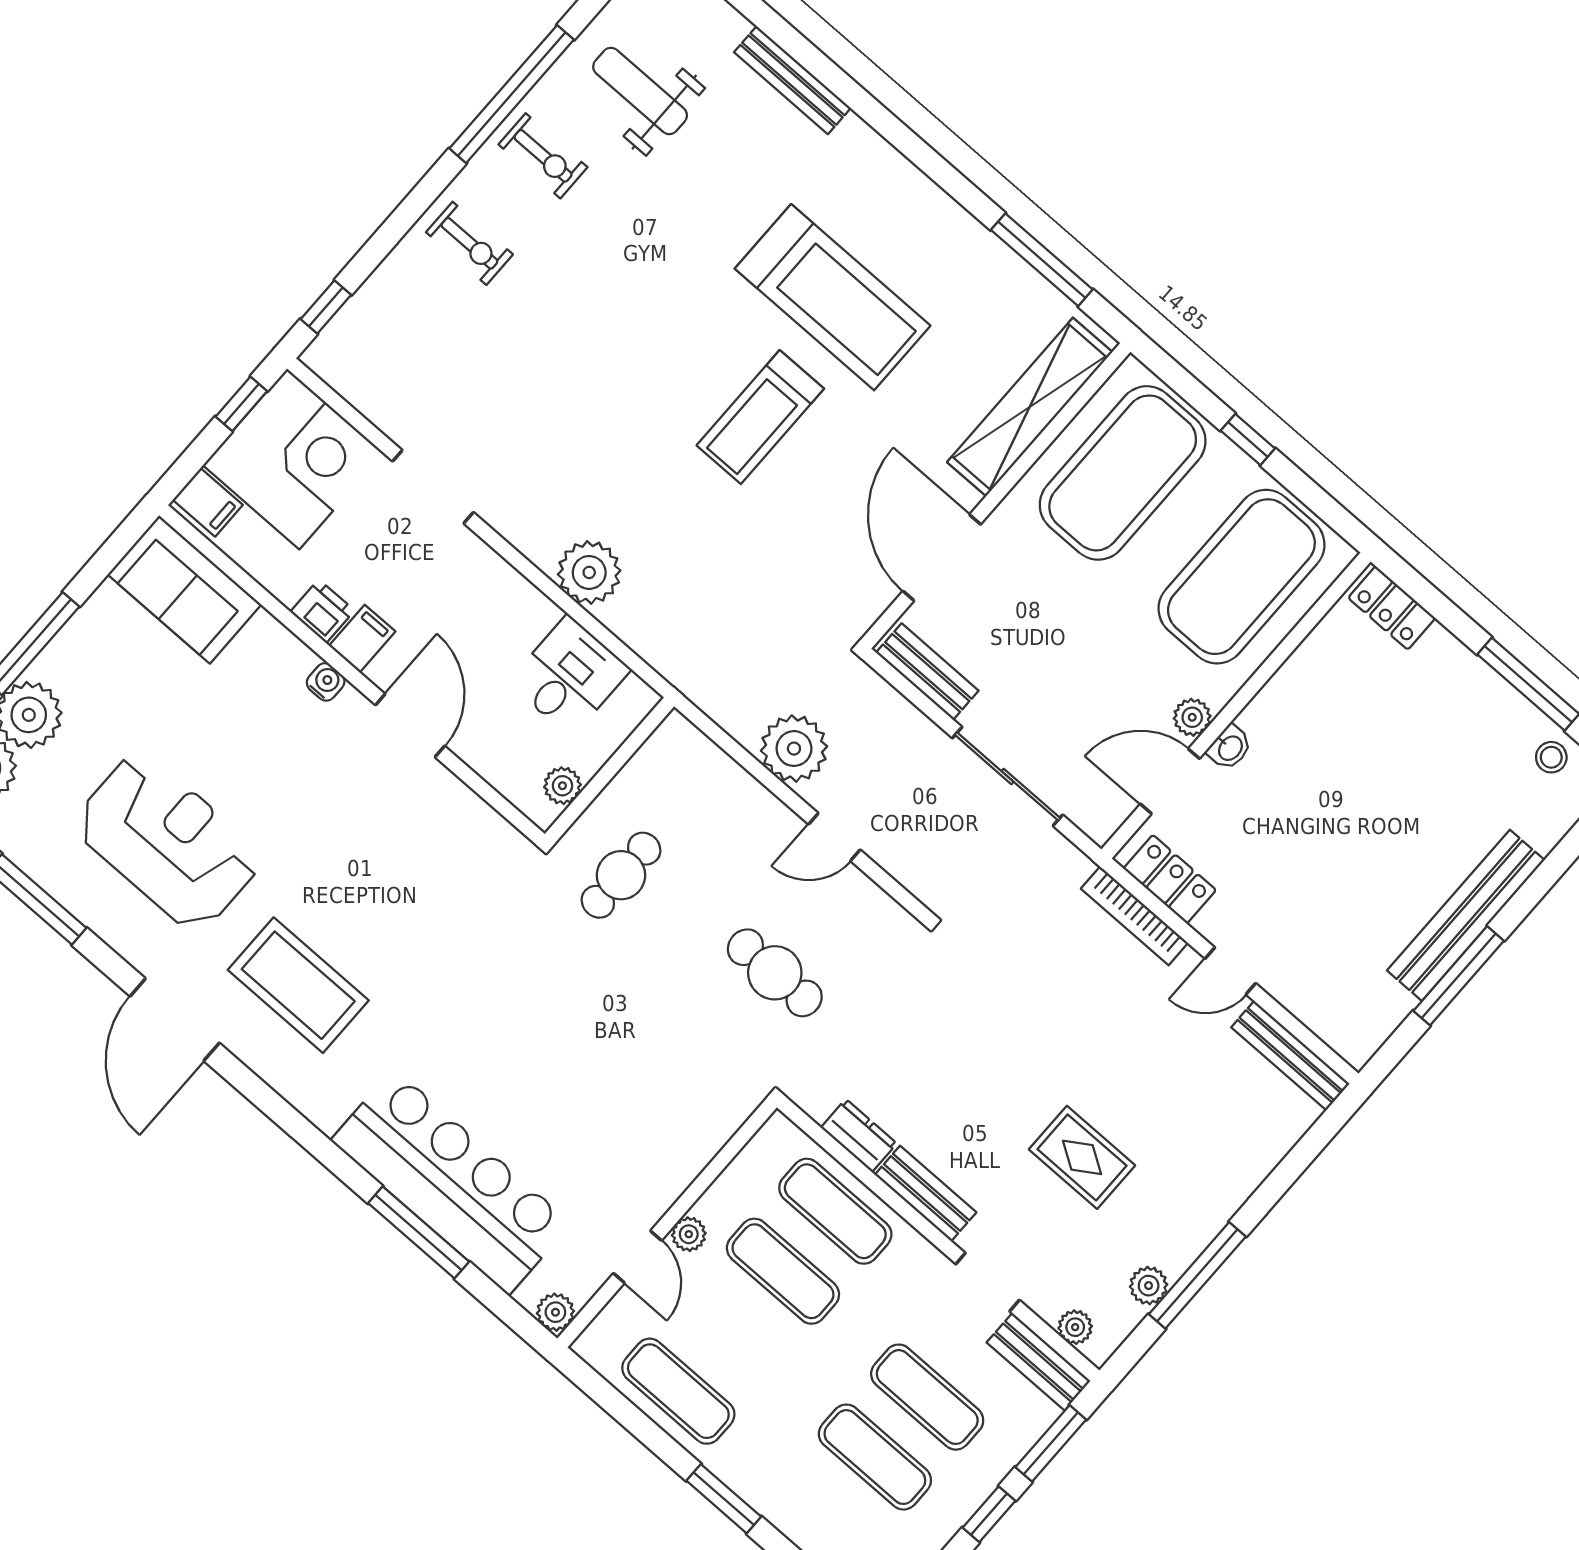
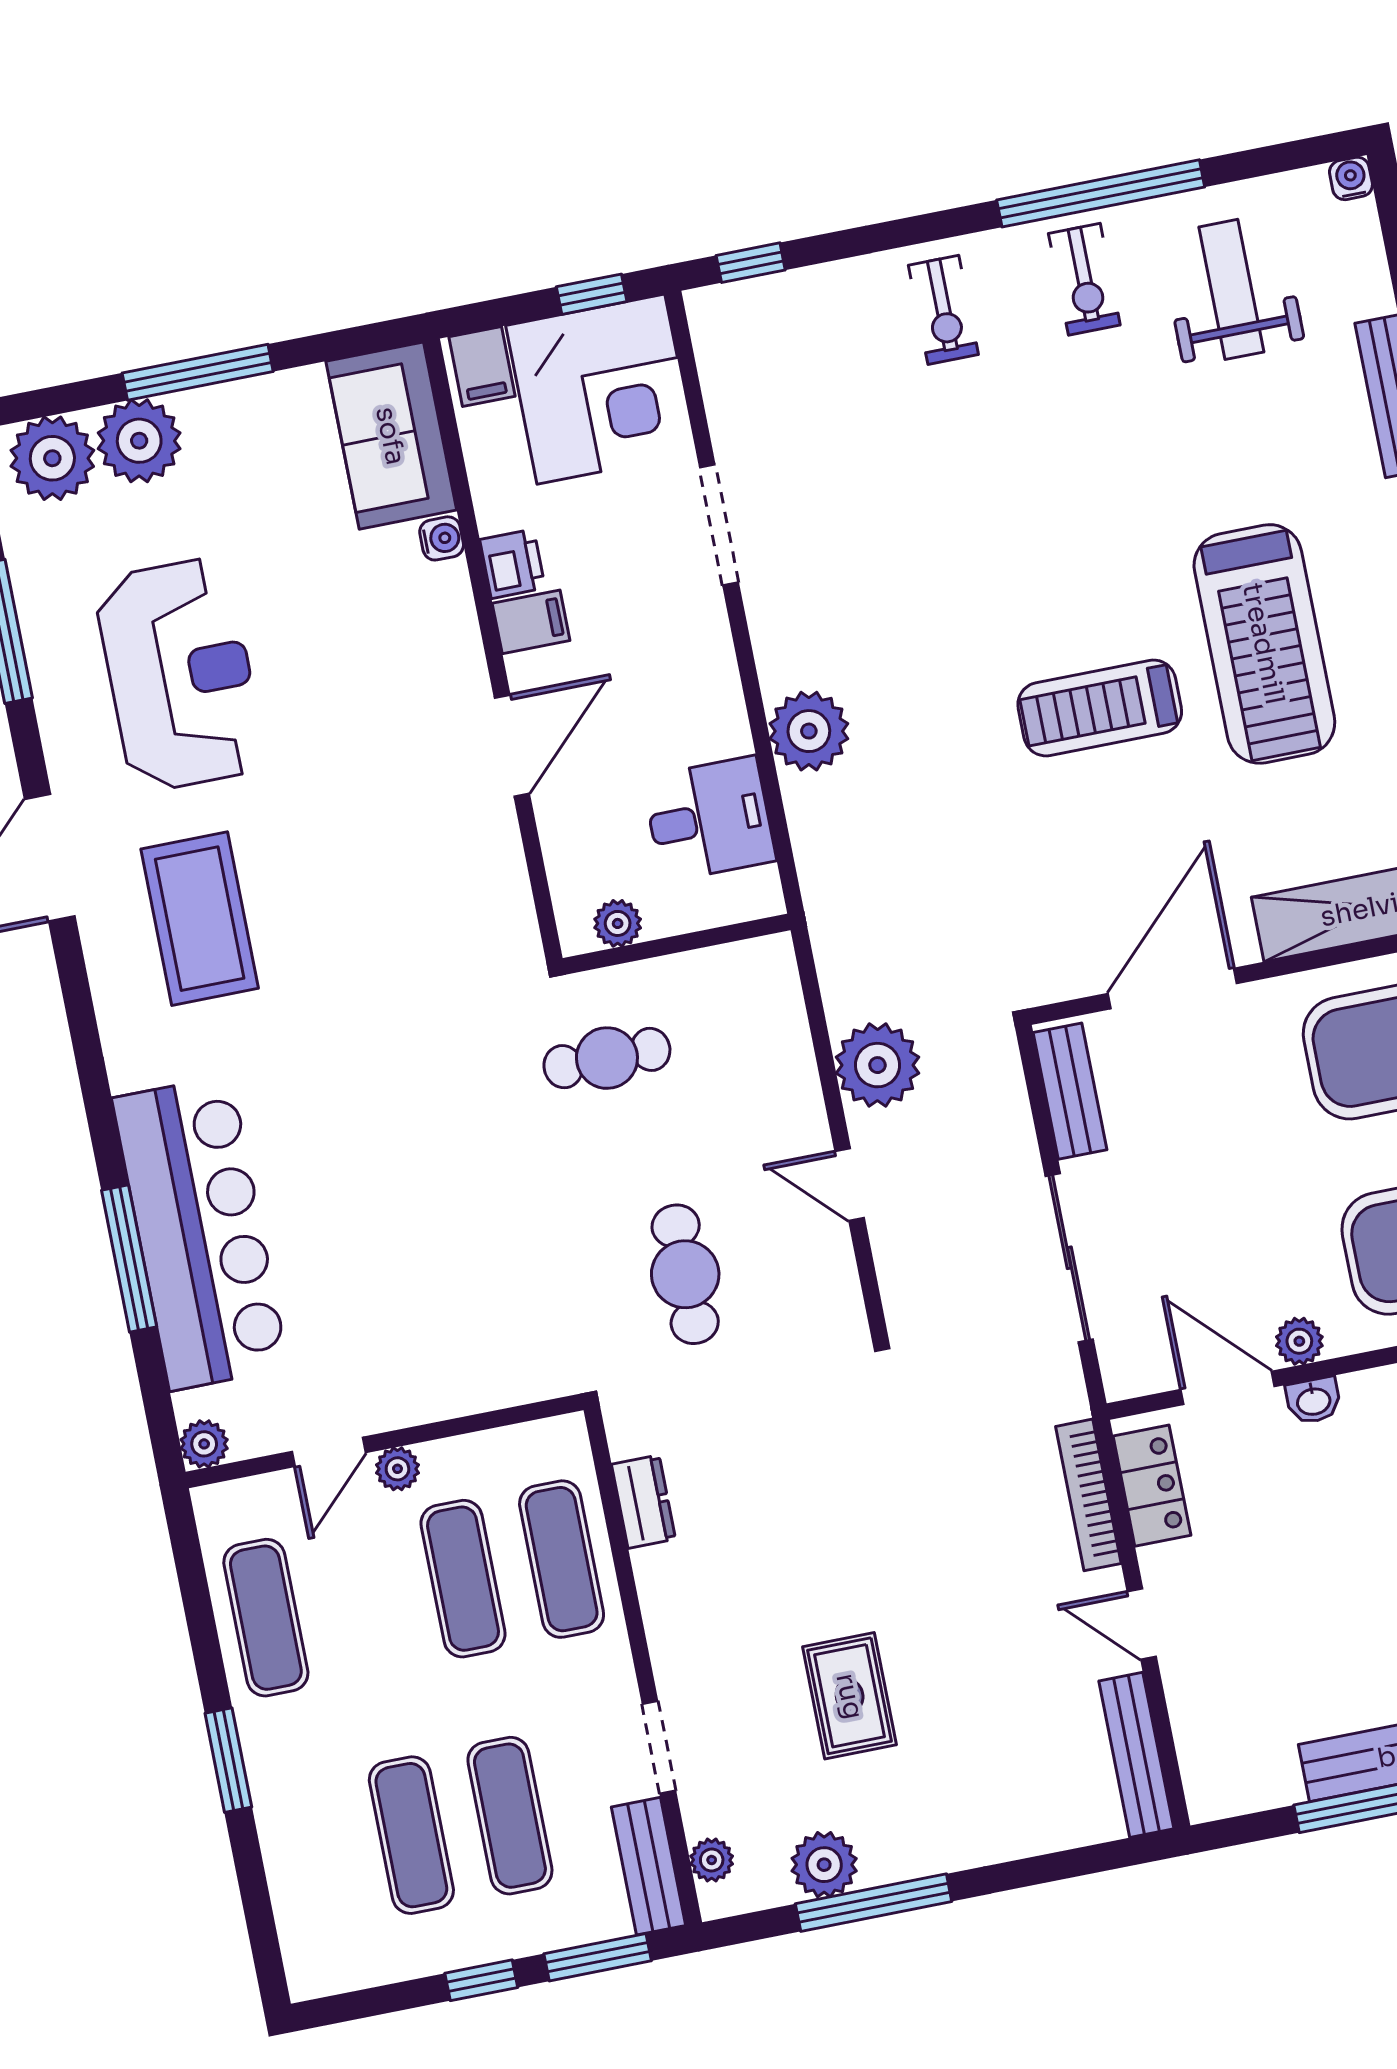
water cooler: (326, 682) -> (442, 538), moved
bench: (926, 1194) -> (665, 1611), removed
plant: (1149, 1286) -> (824, 1865), width x1.38, depth x1.38

